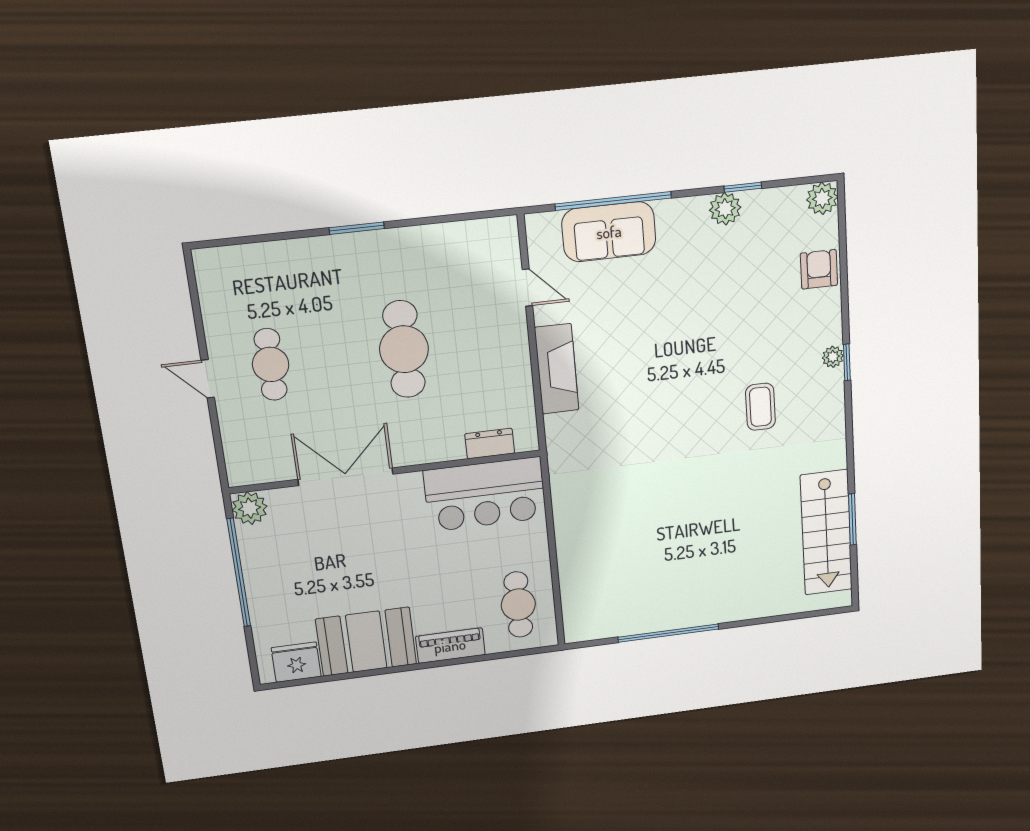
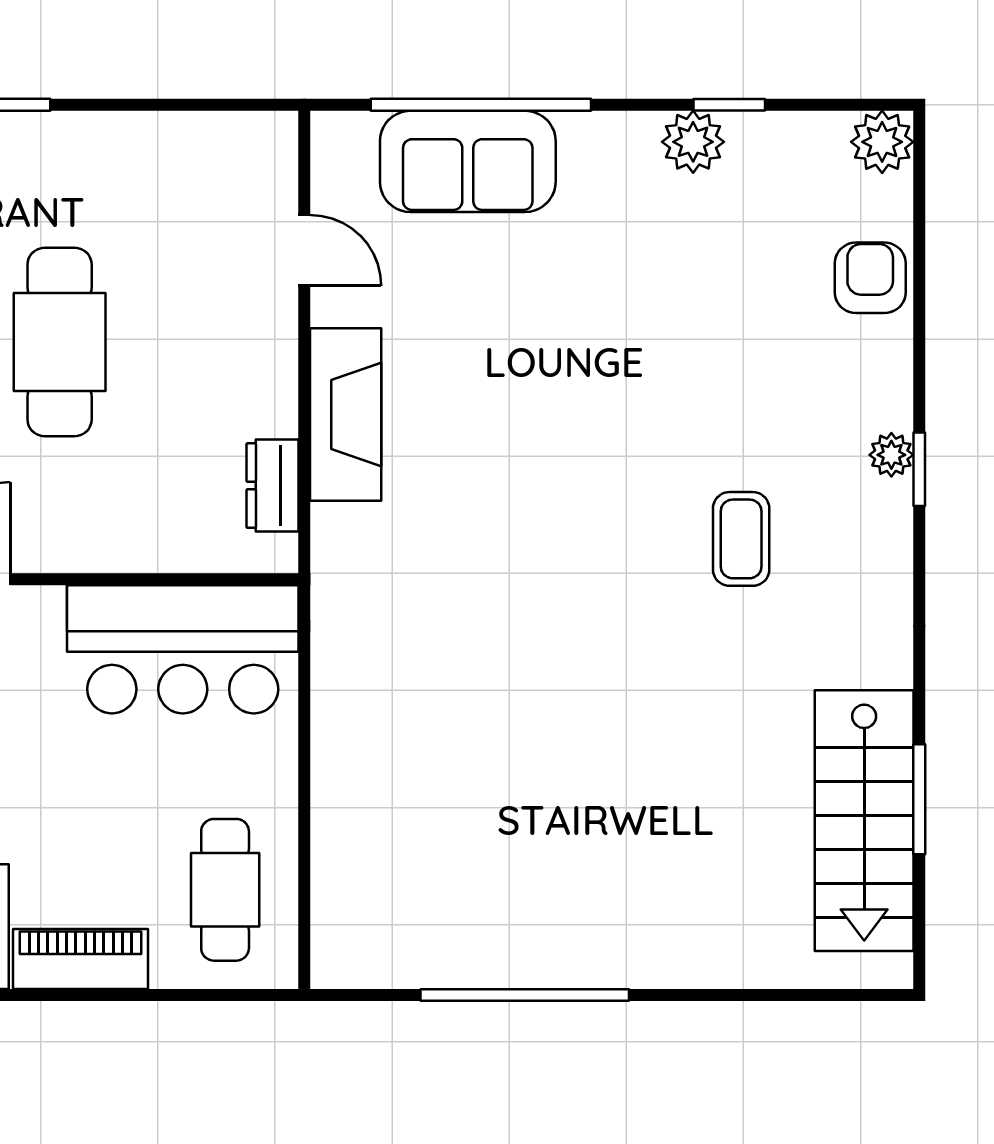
dresser: (490, 444) -> (272, 486), moved, turned -90

